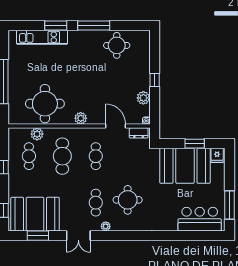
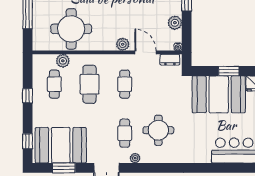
plant: (81, 118) -> (123, 44), moved

